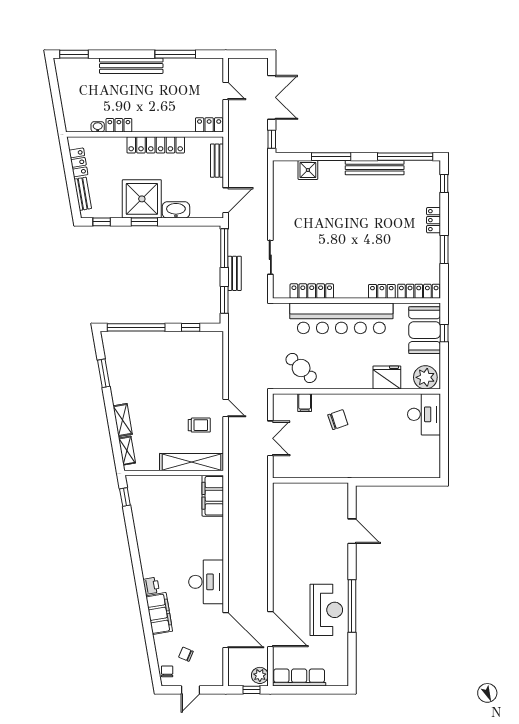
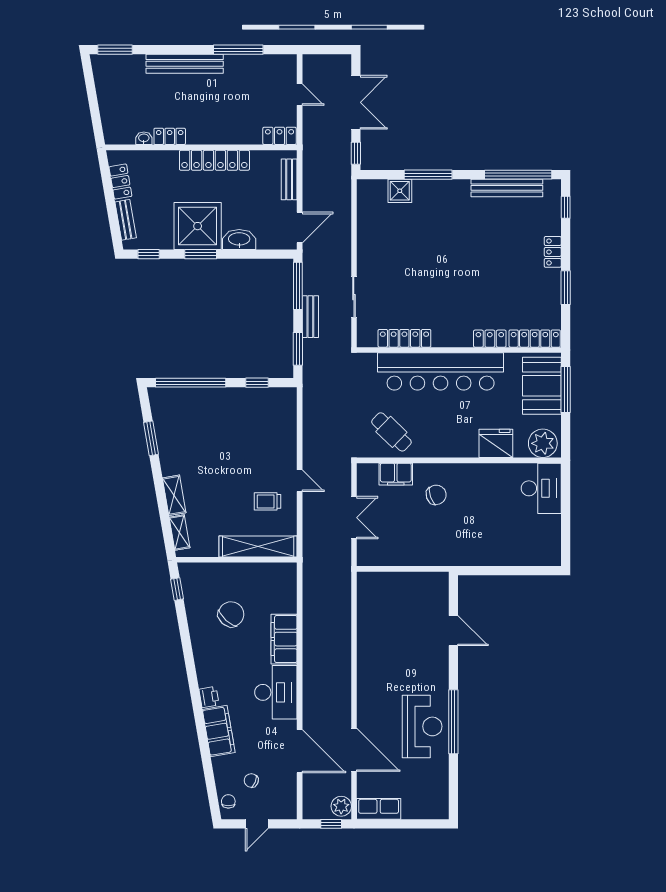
bench: (375, 168) -> (507, 188), moved
window: (444, 333) -> (566, 390), width x2.17
filing cabinet: (305, 403) -> (396, 474), width x2.00
trolley: (199, 425) -> (267, 501), turned 180
filing cabinet: (213, 496) -> (284, 639), moved
chair: (169, 518) -> (231, 614), added
row of seats: (299, 678) -> (379, 809), width x0.68

